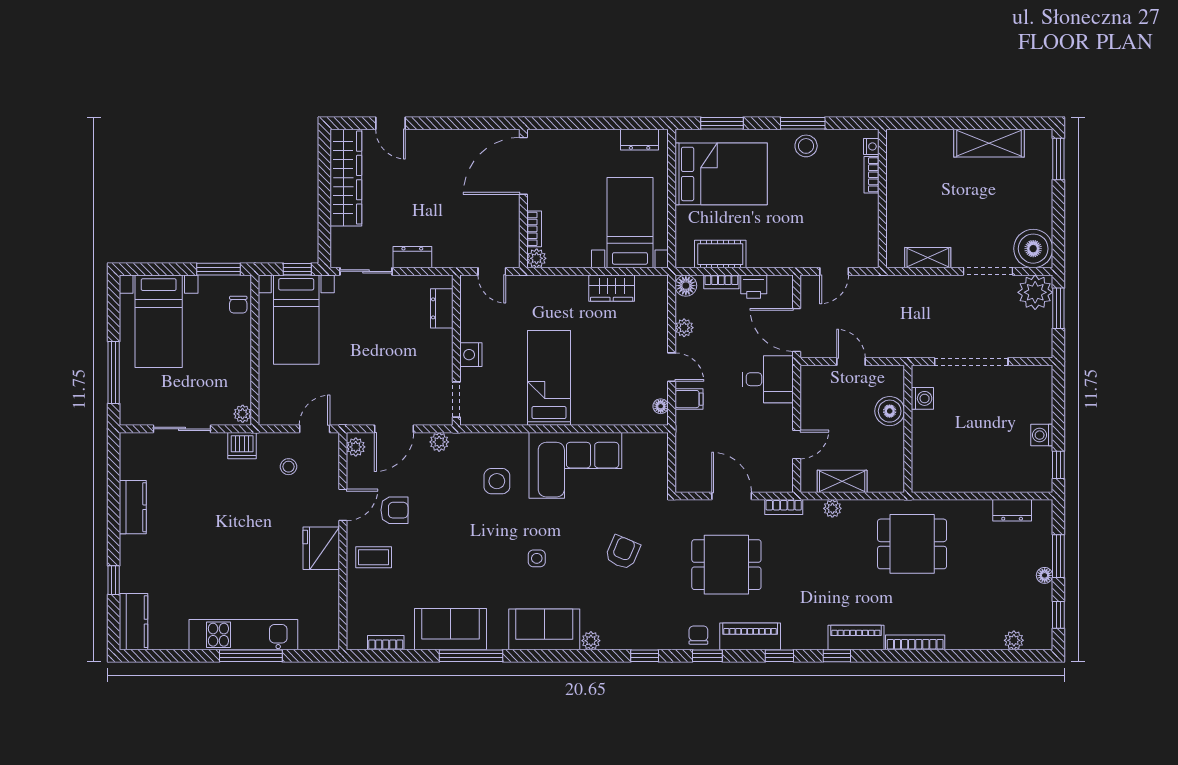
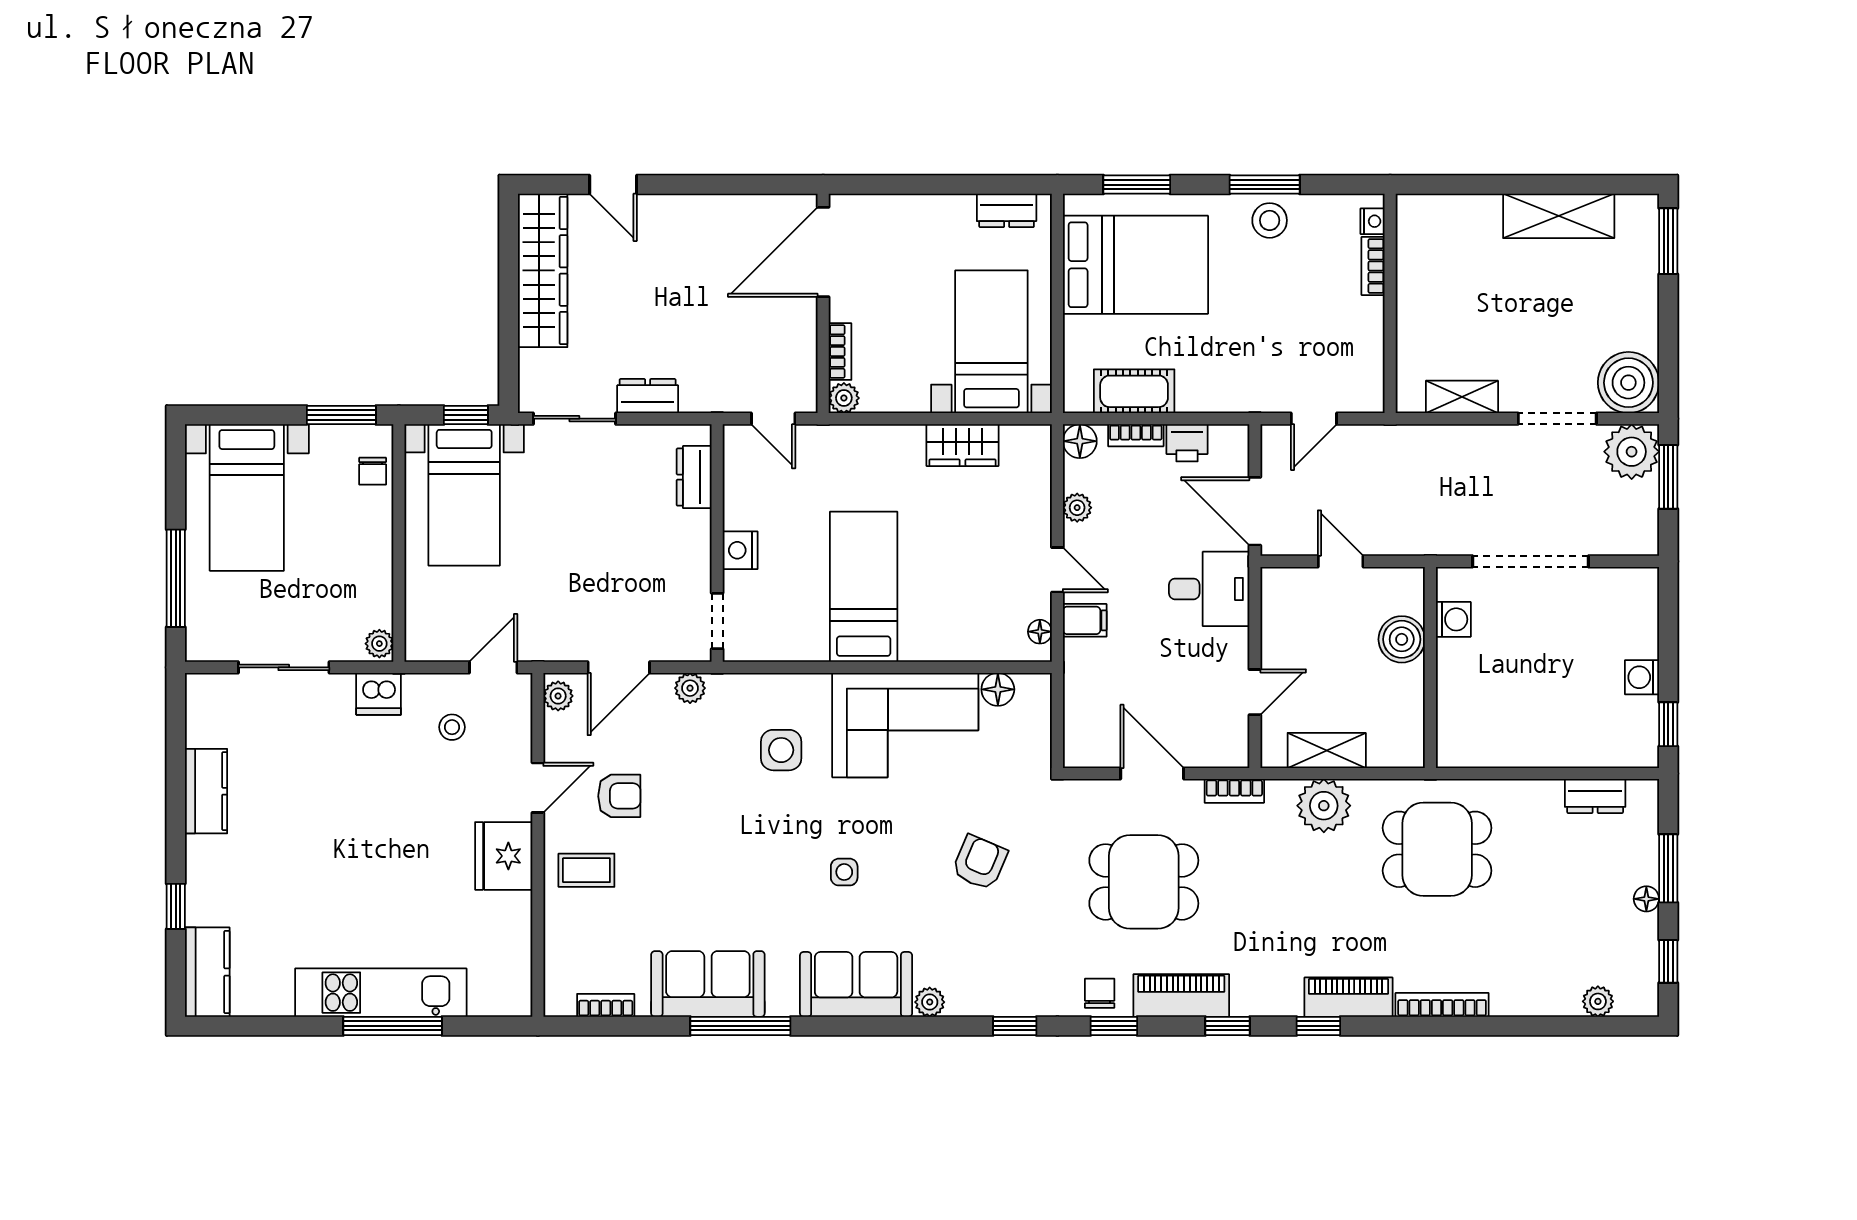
floor lamp: (634, 443) -> (998, 689), added
plant: (832, 508) -> (1324, 806), width x1.88, depth x1.88

